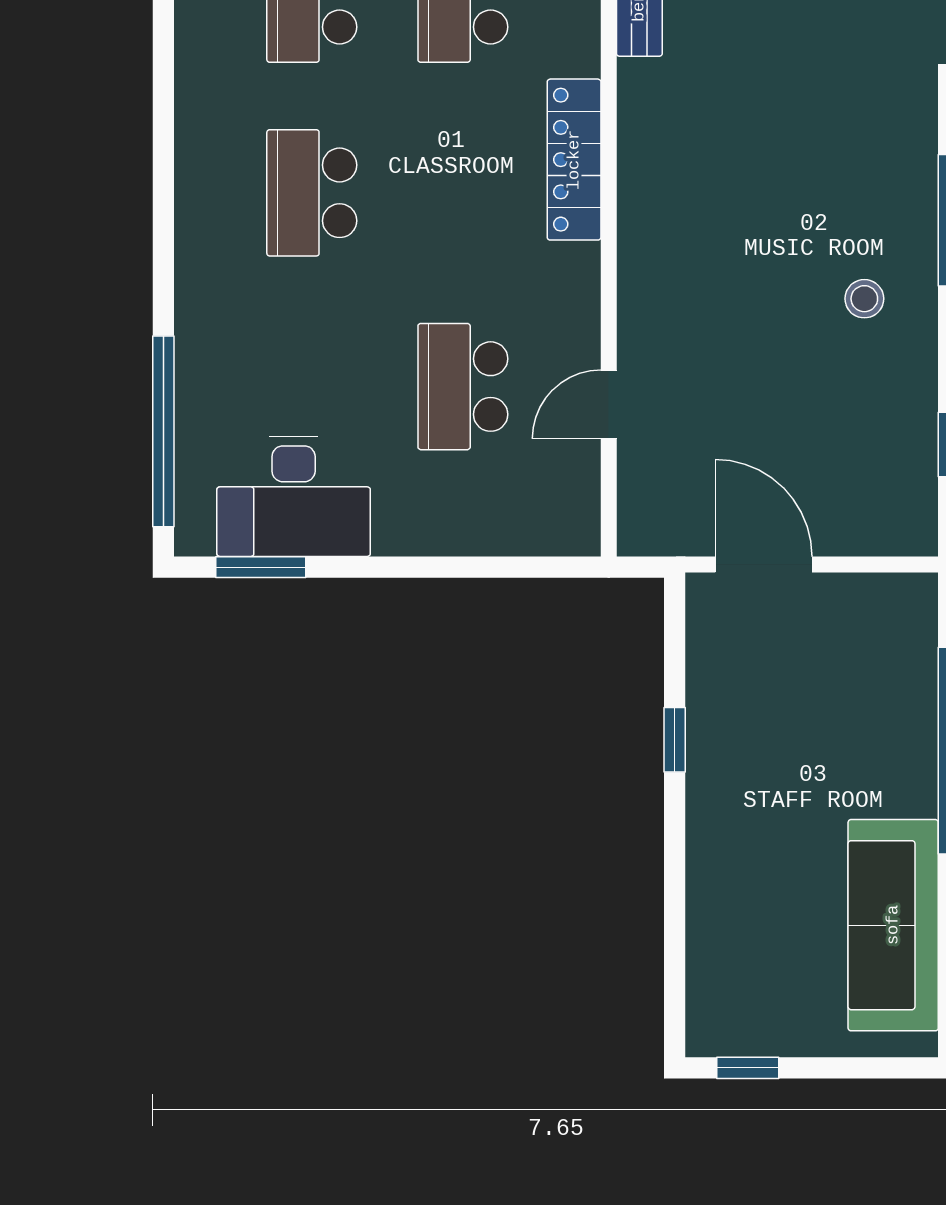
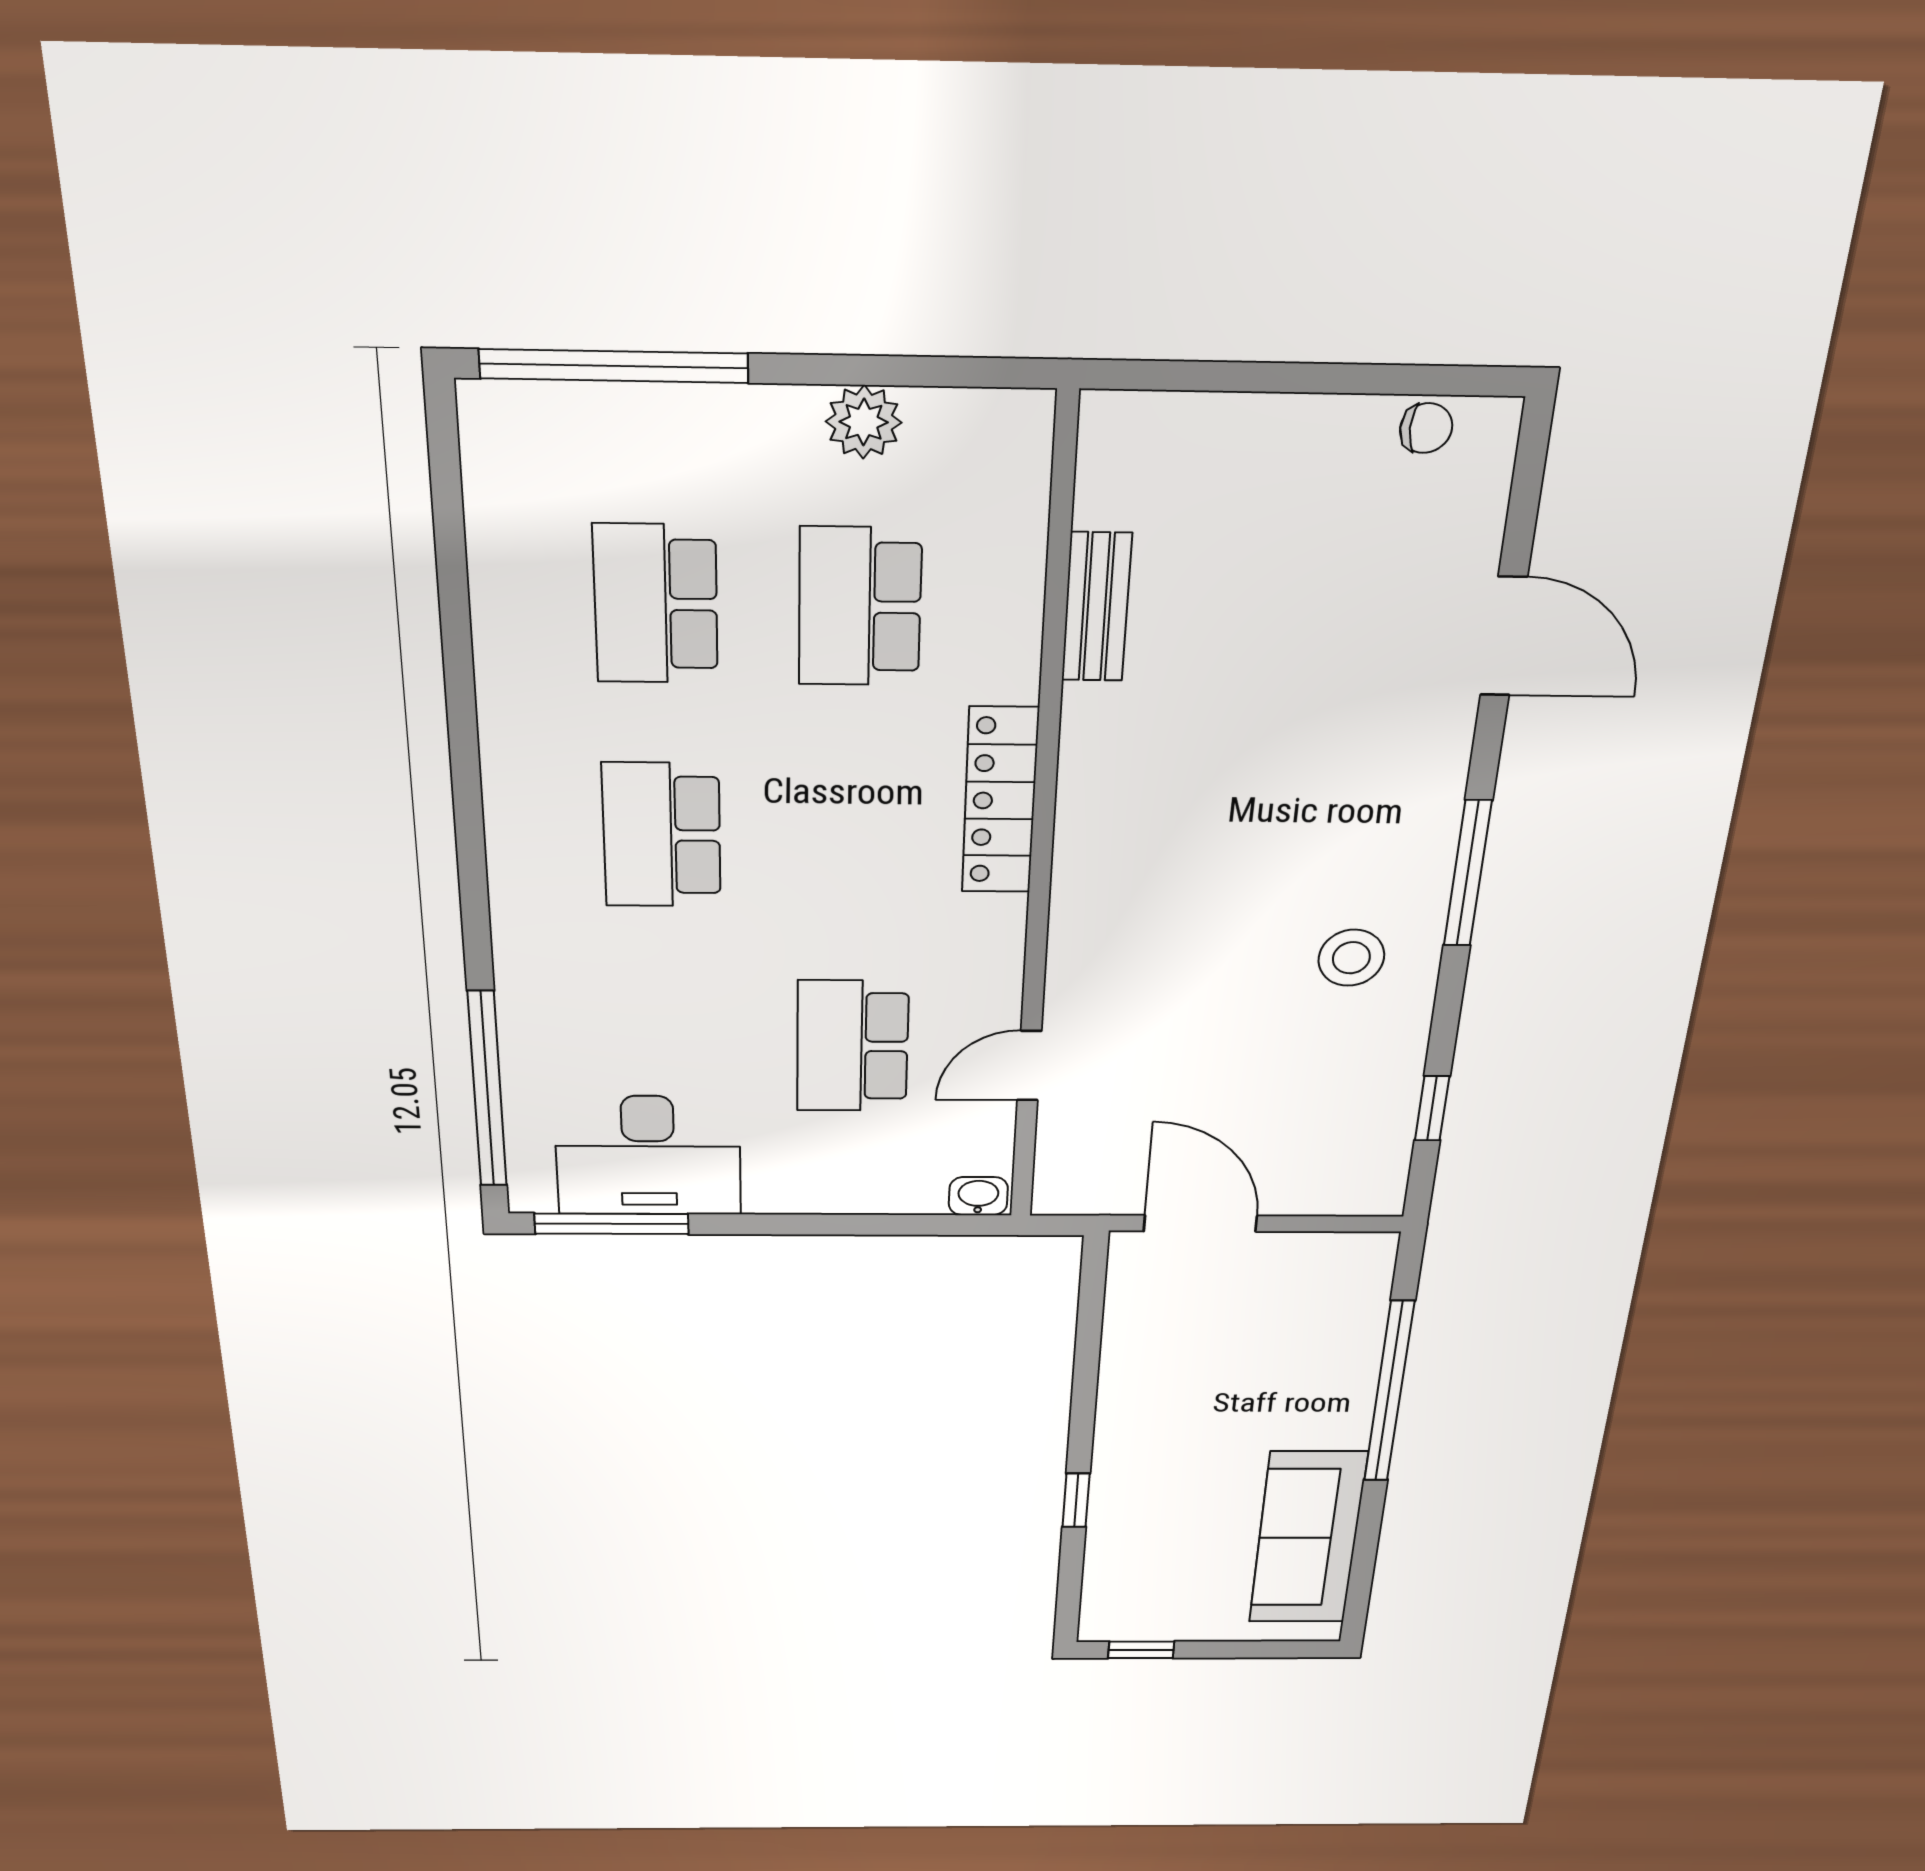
stool: (864, 299) -> (1351, 958), width x1.37, depth x1.37
washbasin: (572, 537) -> (978, 1196), added
window: (261, 567) -> (612, 1224), width x1.44
window: (675, 740) -> (1076, 1500), moved

